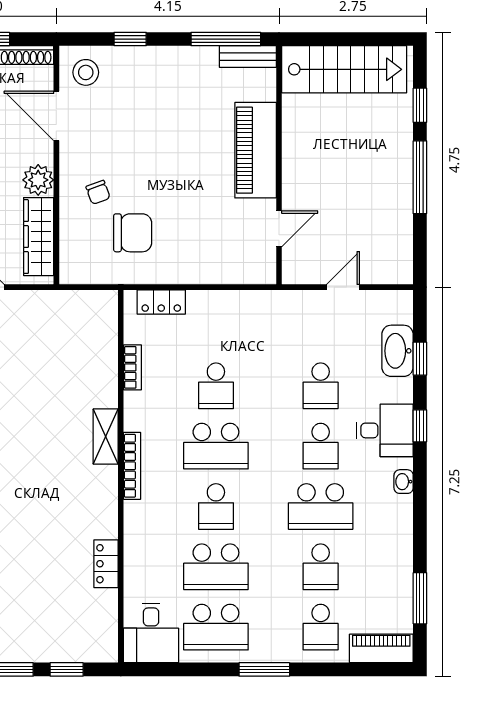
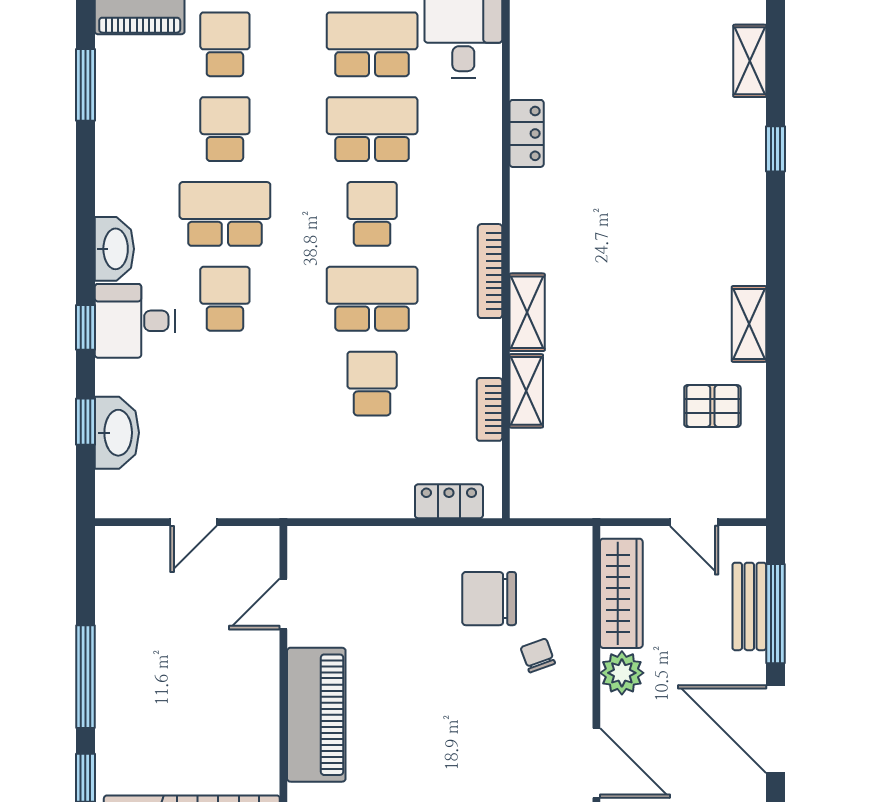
shelving: (106, 381) -> (526, 391), added
school desk: (321, 386) -> (225, 384), removed
washbasin: (404, 482) -> (114, 249), width x1.91, depth x1.45

